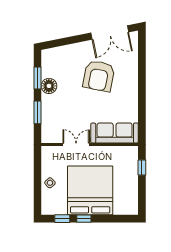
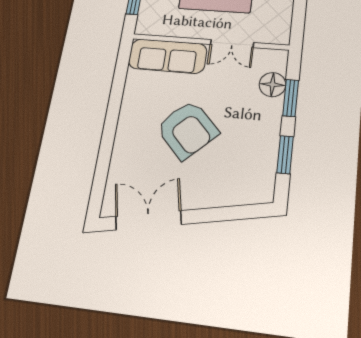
armchair: (99, 76) -> (187, 130), moved, turned 125
floor lamp: (49, 86) -> (272, 85), moved

